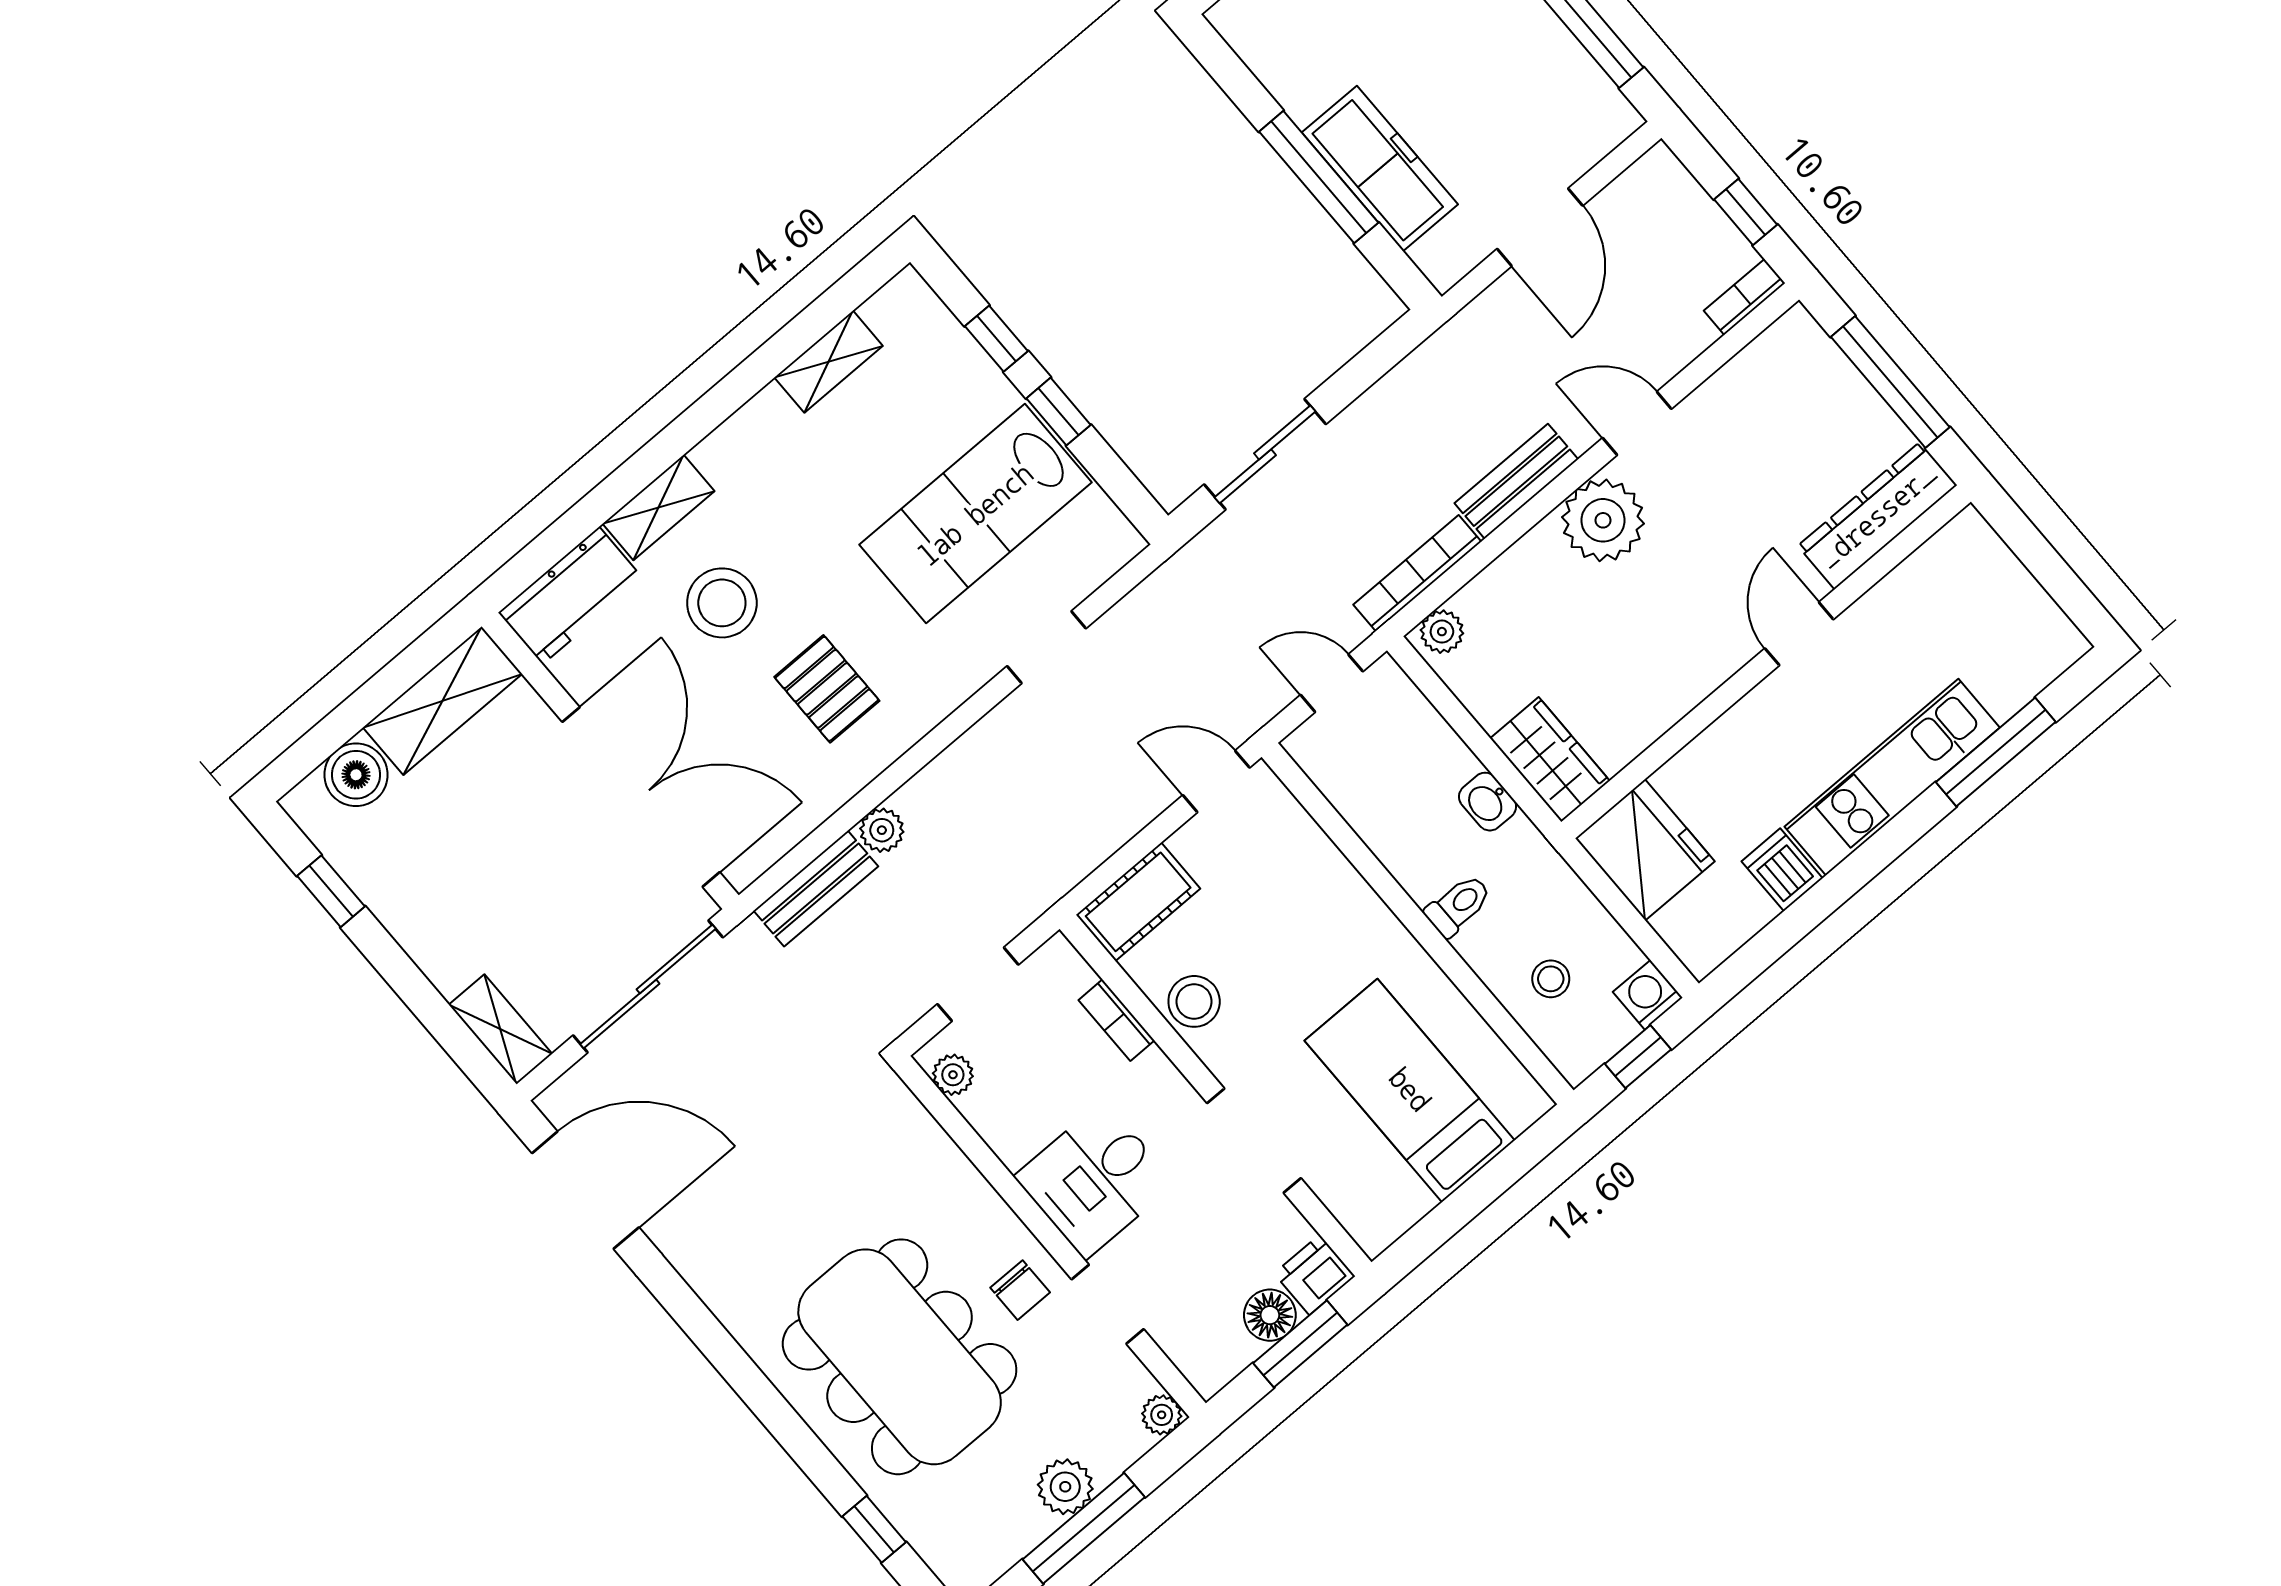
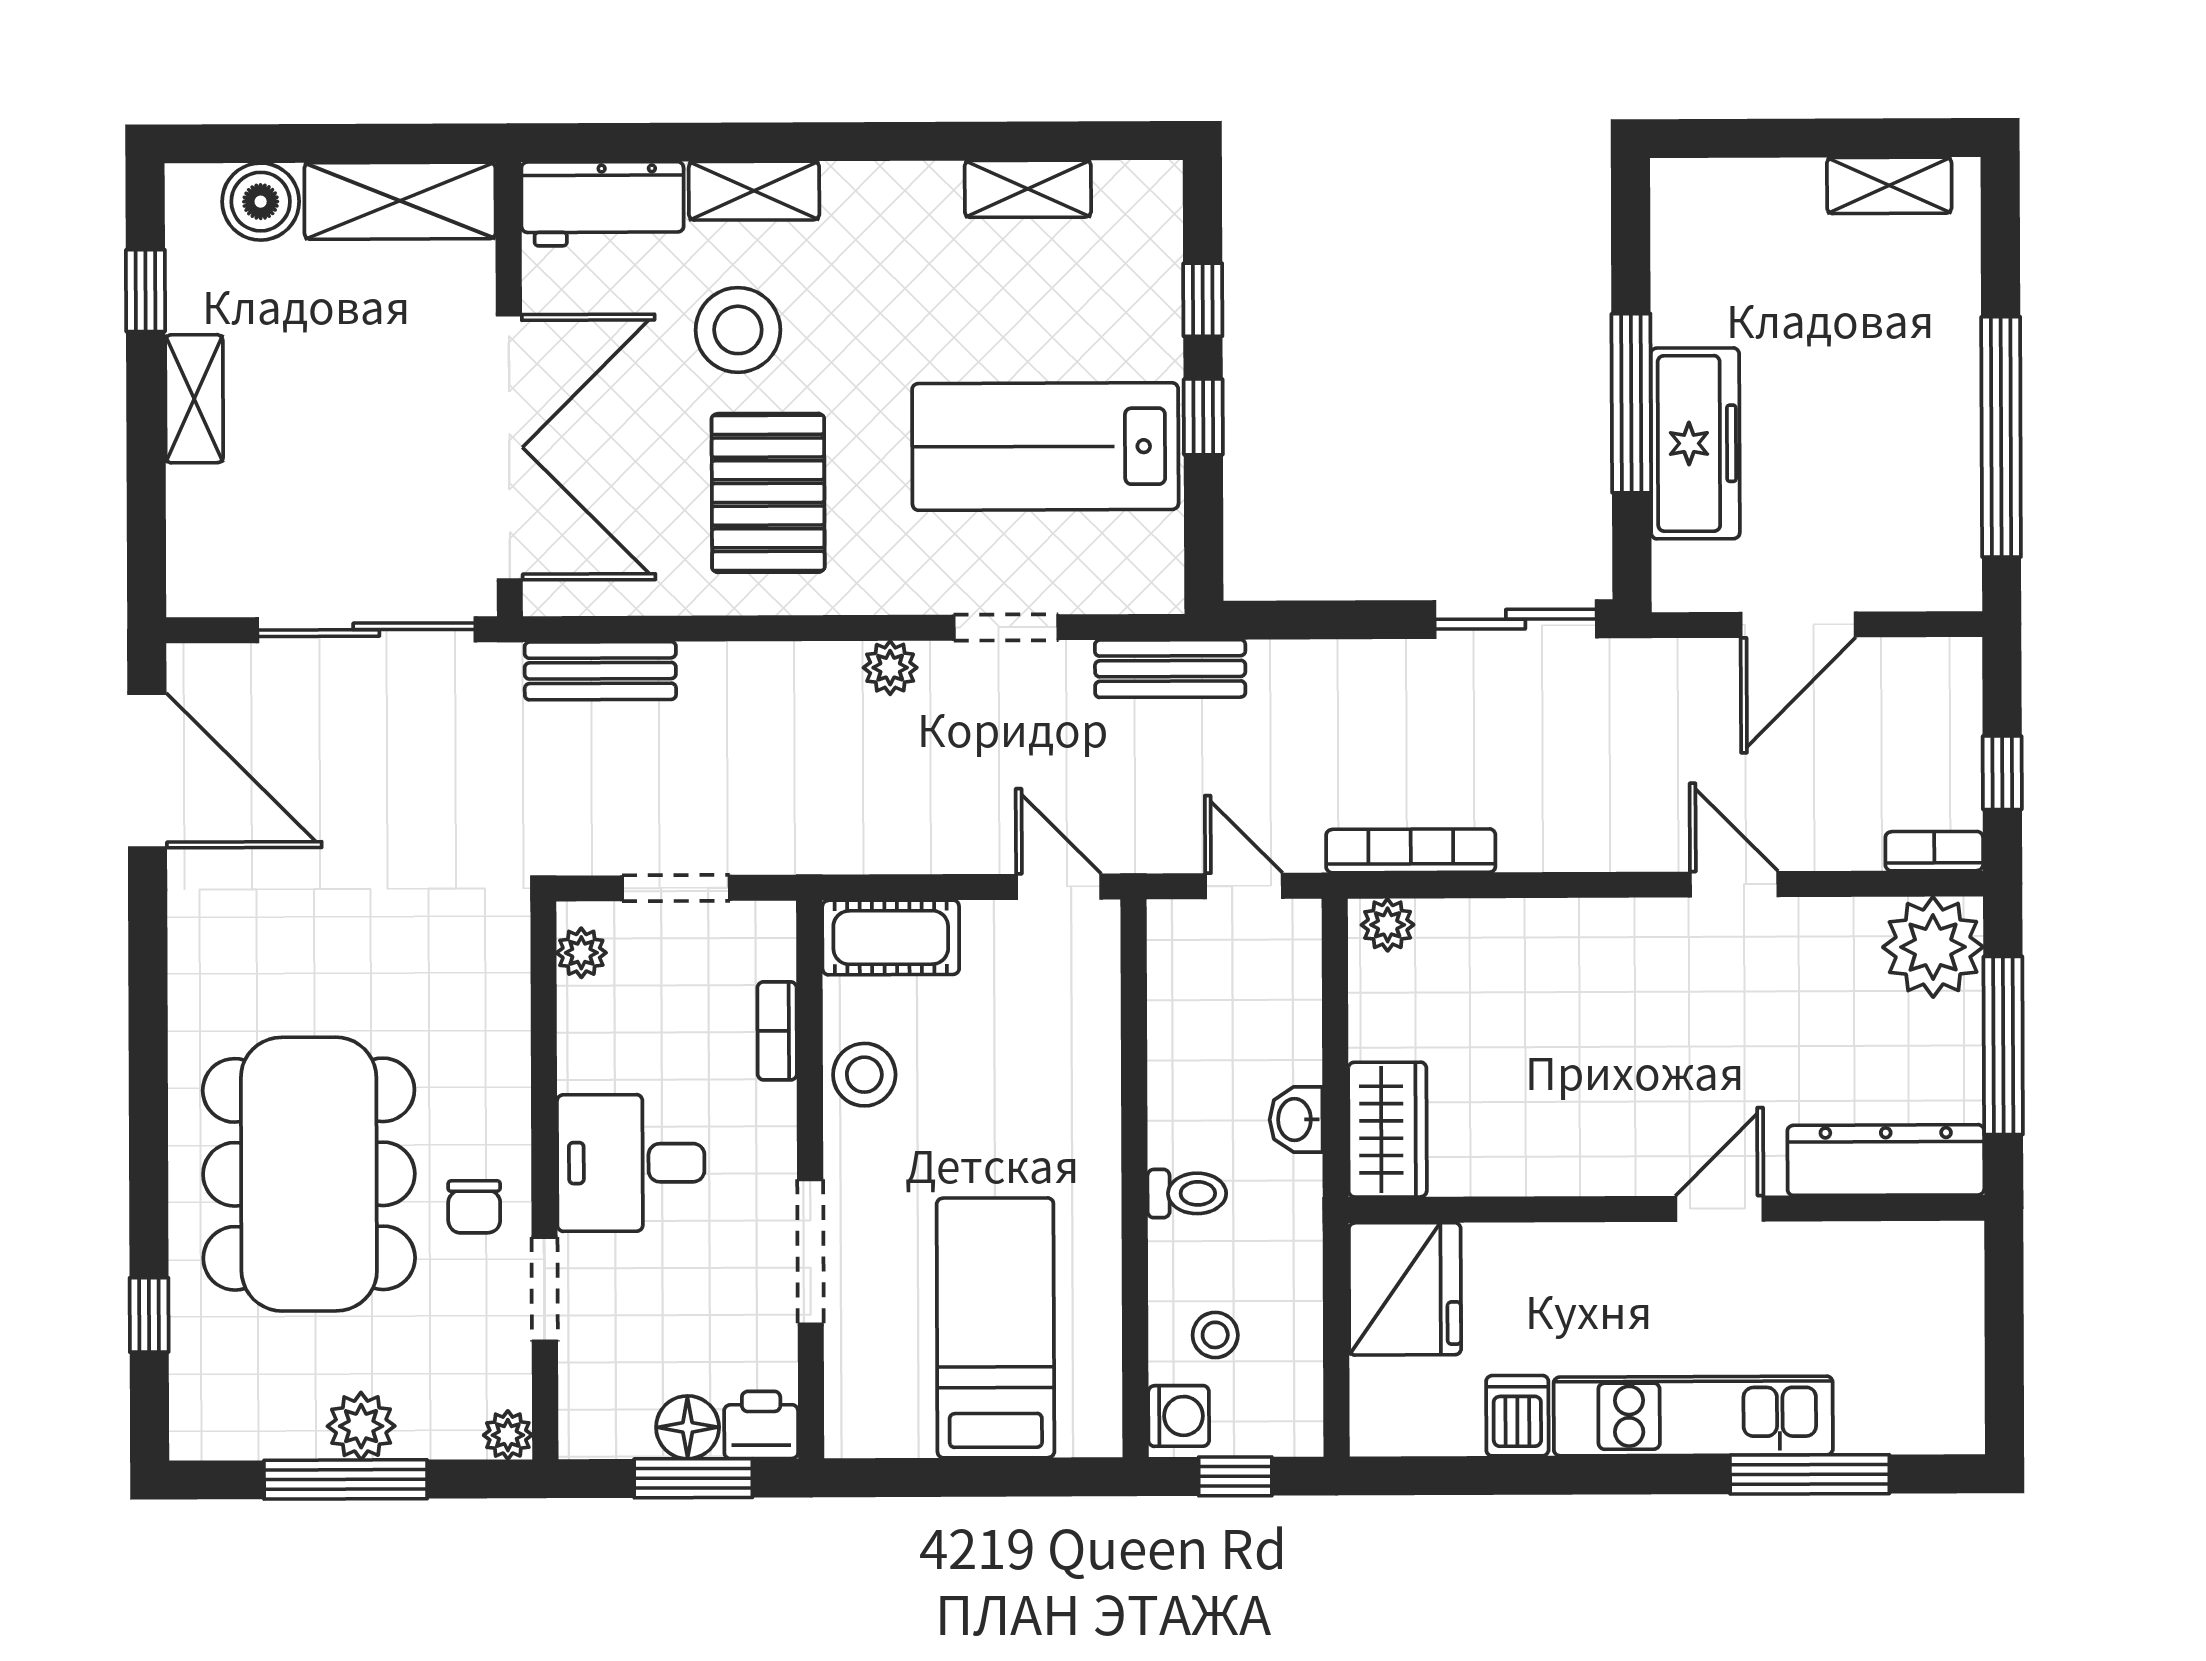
sliding door: (1265, 454) -> (1516, 619), moved
bench: (1516, 481) -> (1170, 669), moved
plant: (1603, 520) -> (1933, 947), moved
pallet: (827, 689) -> (768, 493), width x1.50, depth x1.42
plant: (882, 830) -> (890, 668), moved
washing machine: (1648, 995) -> (1179, 1416), moved, turned 90
shelving: (500, 1029) -> (194, 399), moved

